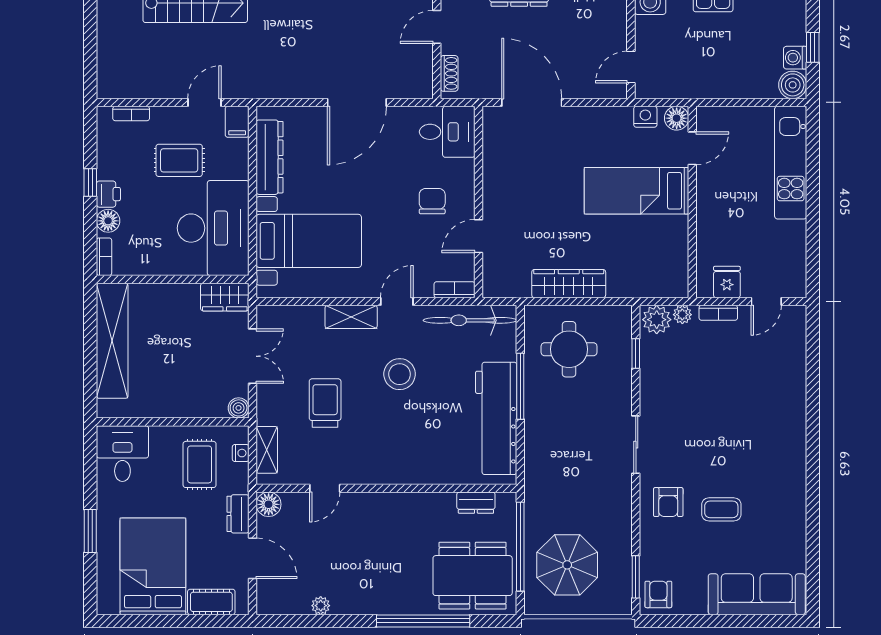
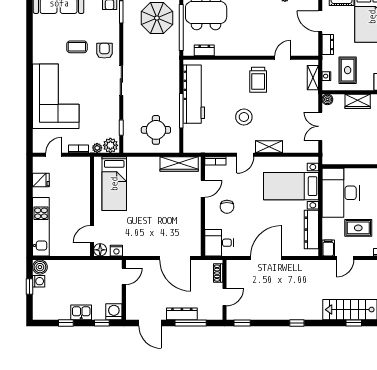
bed: (636, 191) -> (114, 184), moved, turned 90
fridge: (727, 282) -> (41, 180), moved, turned -90
wardrobe: (569, 284) -> (179, 164), moved
wardrobe: (225, 297) -> (358, 101), moved, turned 180
bicycle: (470, 320) -> (207, 145), removed
trolley: (325, 403) -> (258, 80), moved
corner sofa: (762, 414) -> (56, 96), added
floor lamp: (269, 504) -> (312, 49), removed

